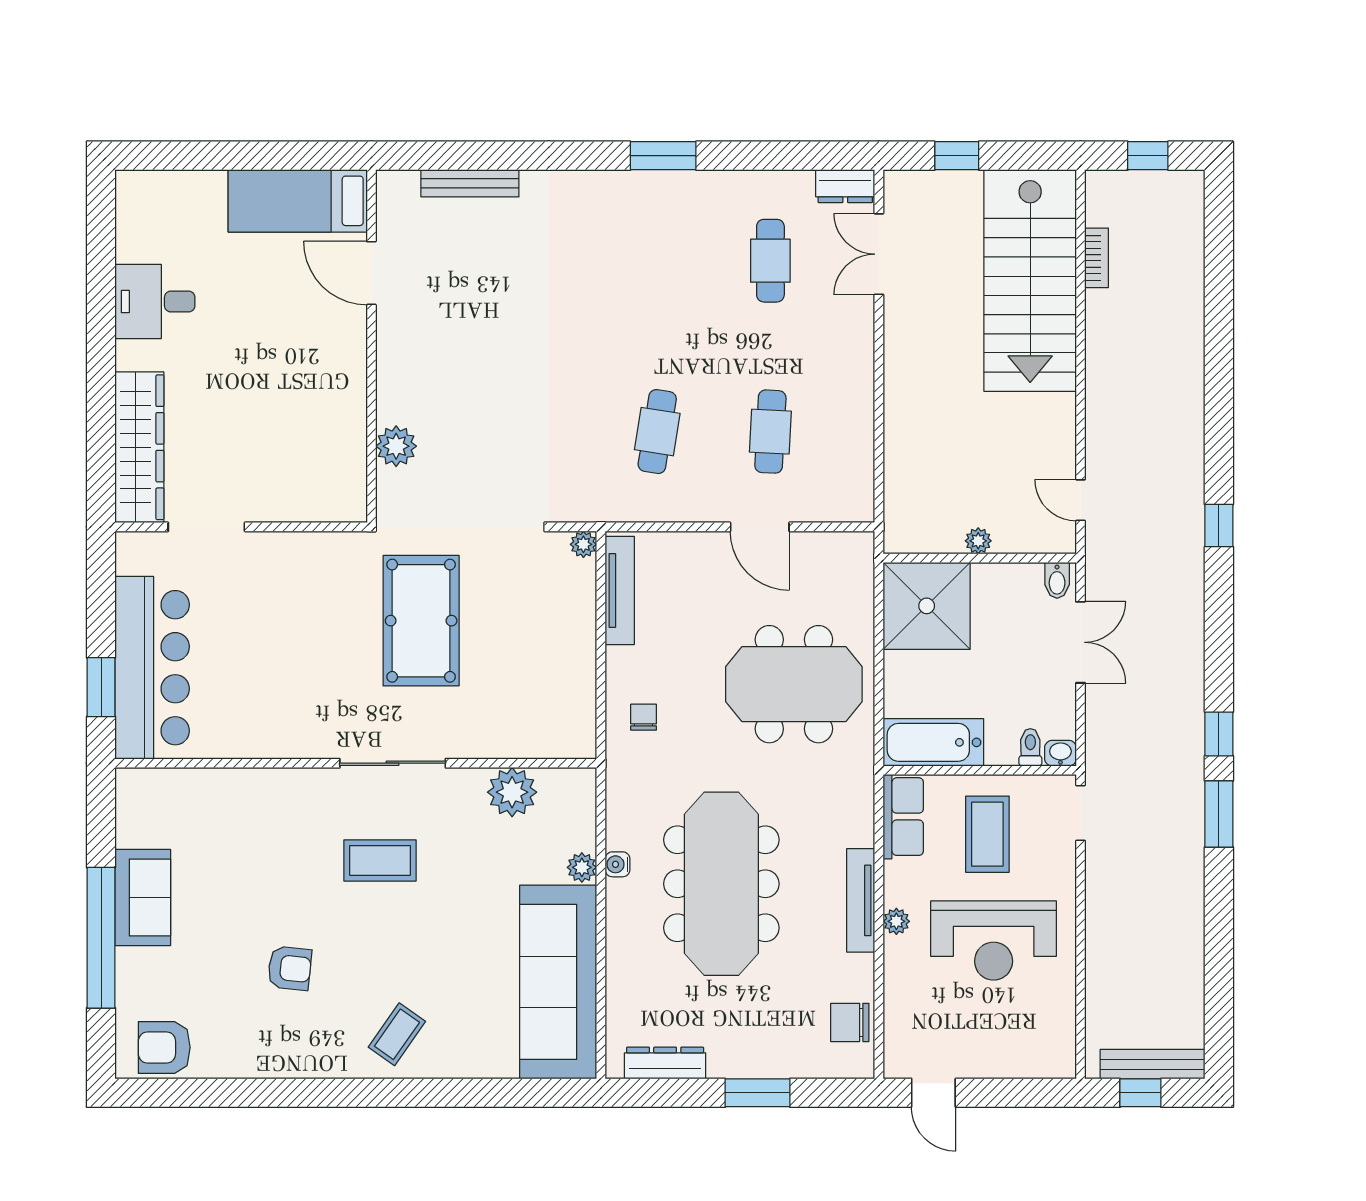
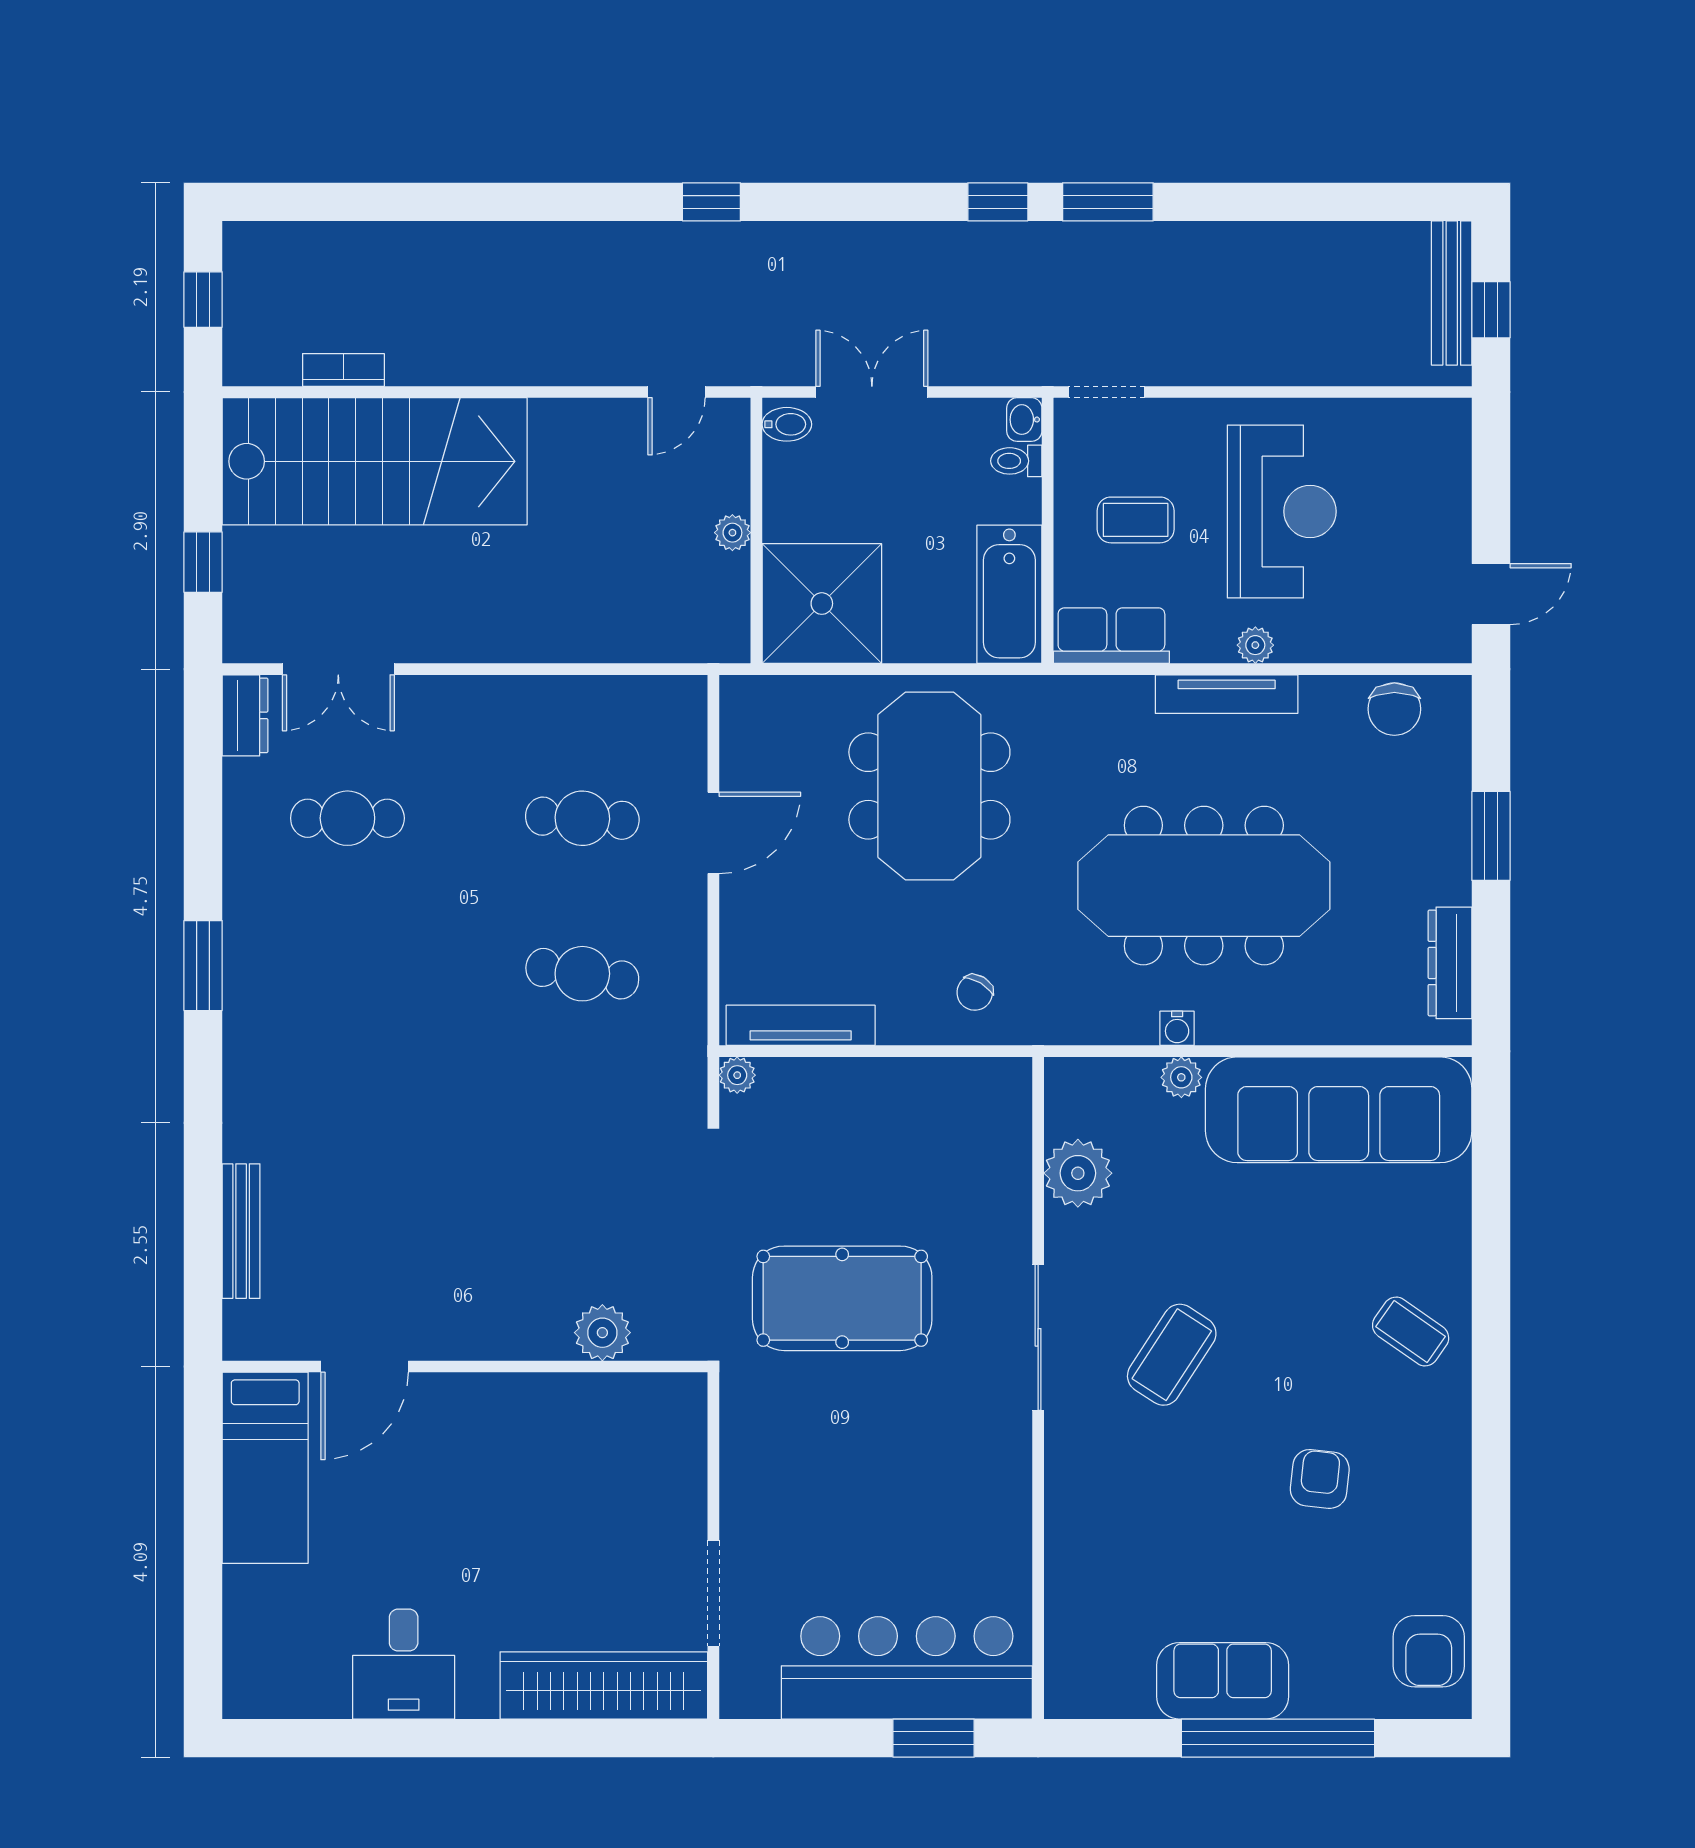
chair: (644, 717) -> (975, 993), turned -59
coffee table: (987, 834) -> (1136, 520), width x0.73, depth x0.77
coffee table: (380, 860) -> (1172, 1355), turned 33

